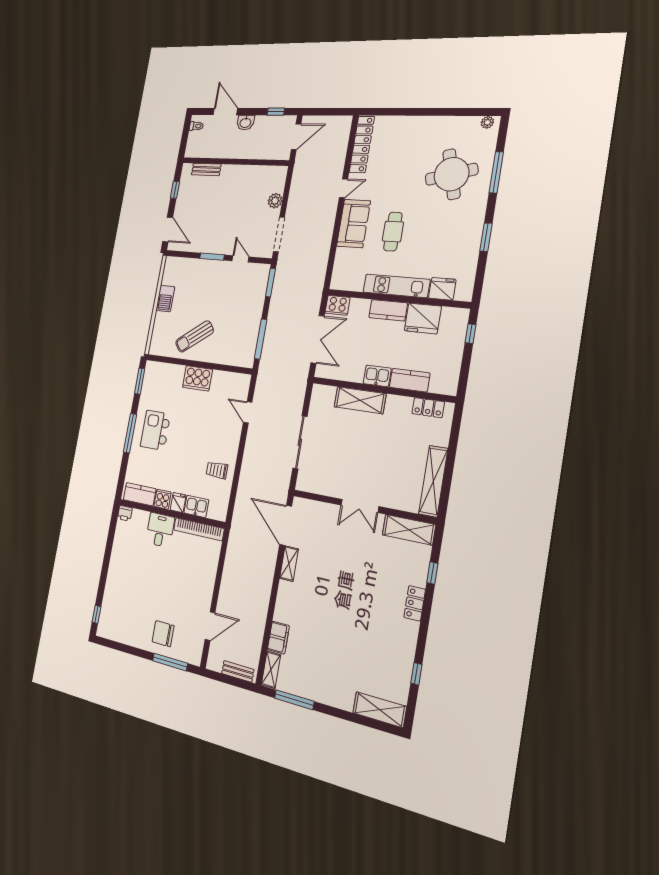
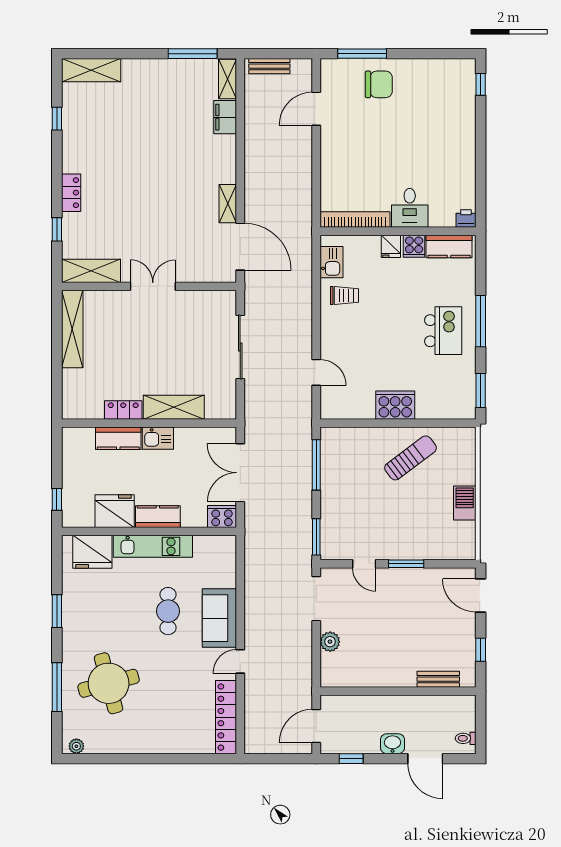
fridge: (442, 289) -> (92, 552), width x1.36, depth x1.34
locker: (428, 408) -> (123, 410), moved
kitchen sink: (196, 506) -> (331, 262), moved, turned -90

